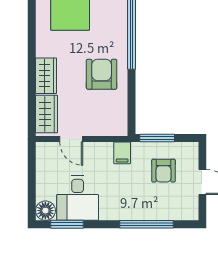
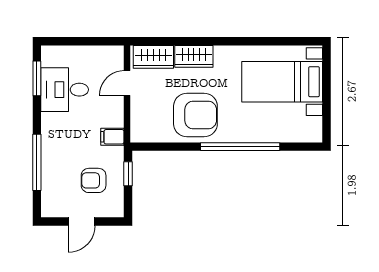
armchair: (102, 74) -> (195, 115), width x1.36, depth x1.36
window: (157, 138) -> (128, 174), width x0.67
floor lamp: (45, 211) -> (51, 56), removed

